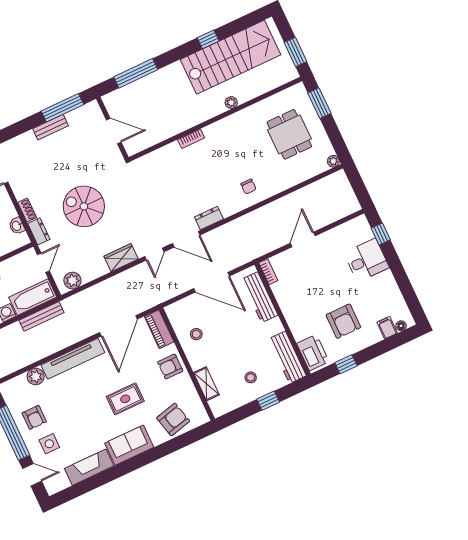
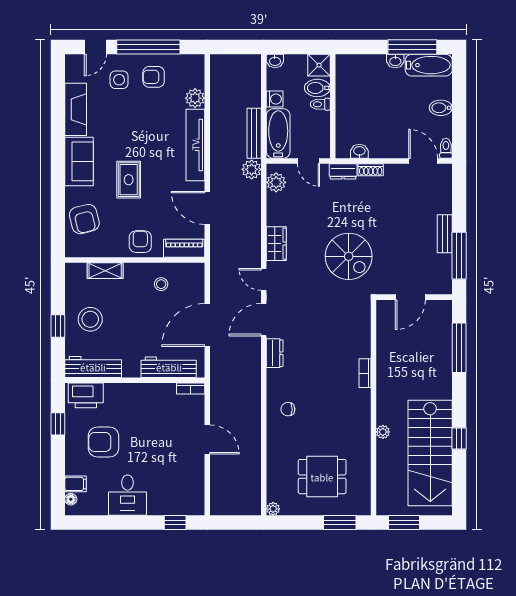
spiral stairs: (84, 206) -> (349, 256), moved, turned 90
desk: (366, 260) -> (127, 495), moved
plant: (71, 305) -> (252, 169), added
door: (118, 326) -> (207, 208), width x0.73
stool: (251, 377) -> (90, 319), width x1.89, depth x1.89

